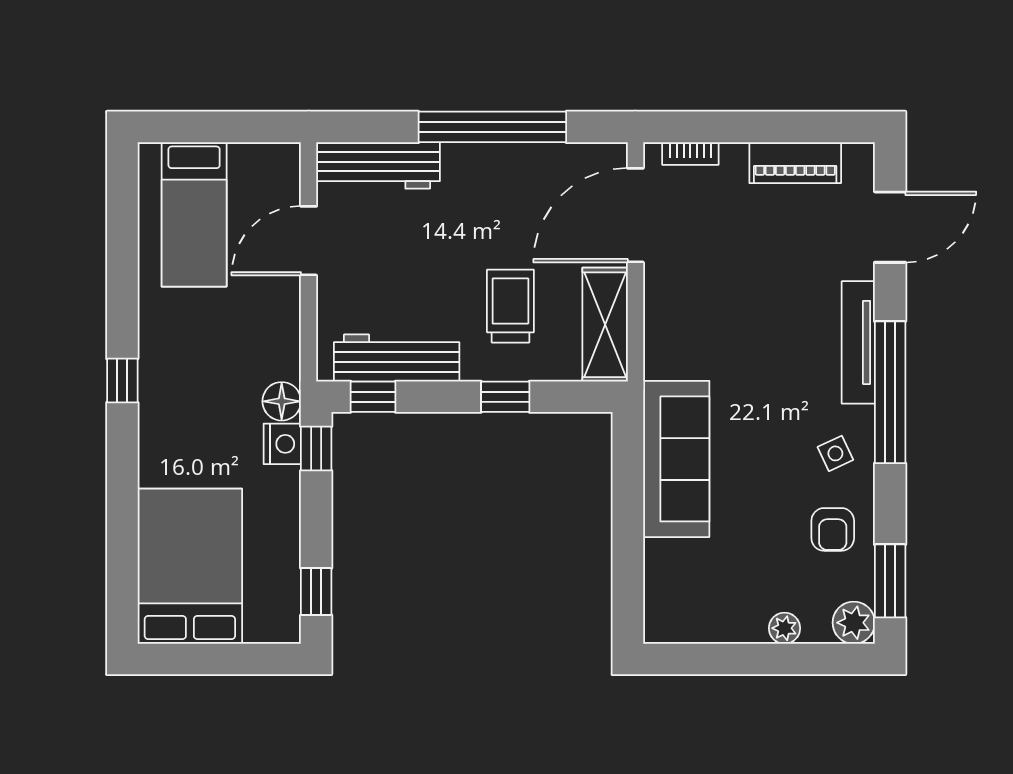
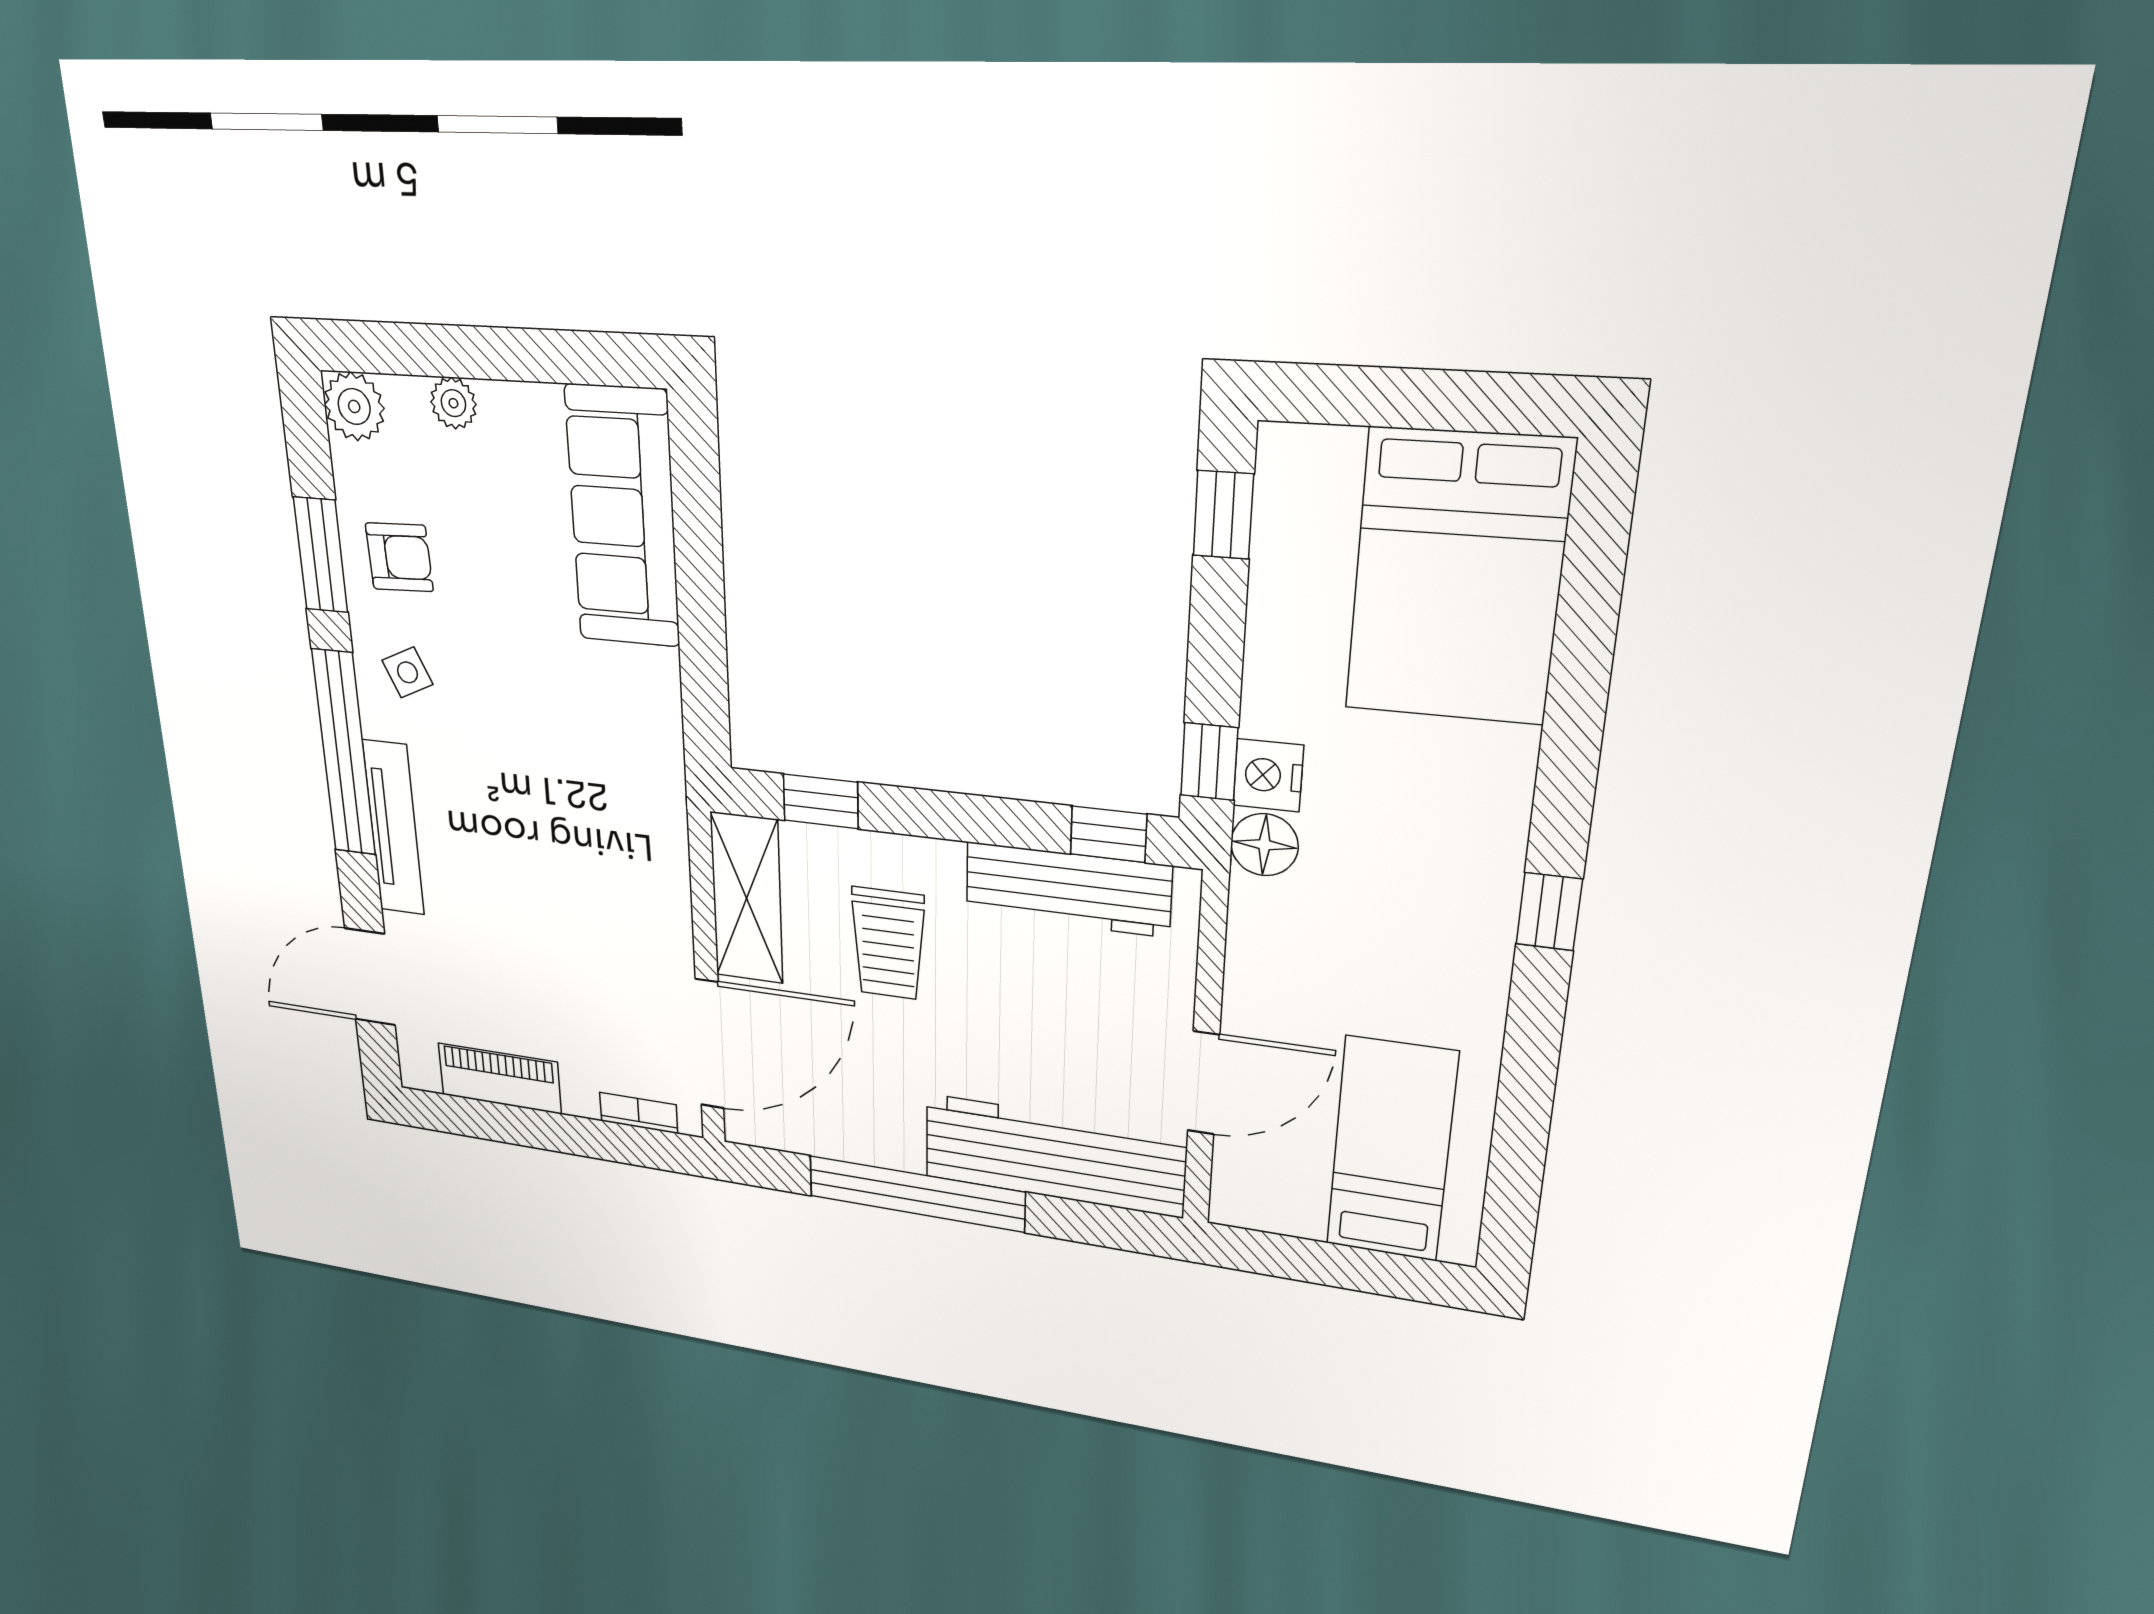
workbench: (378, 165) -> (1054, 1155), width x1.36, depth x1.32
window: (505, 397) -> (821, 801), moved
sofa: (676, 459) -> (623, 517), moved
armchair: (833, 529) -> (399, 557), turned 88
window: (890, 581) -> (321, 555), moved

